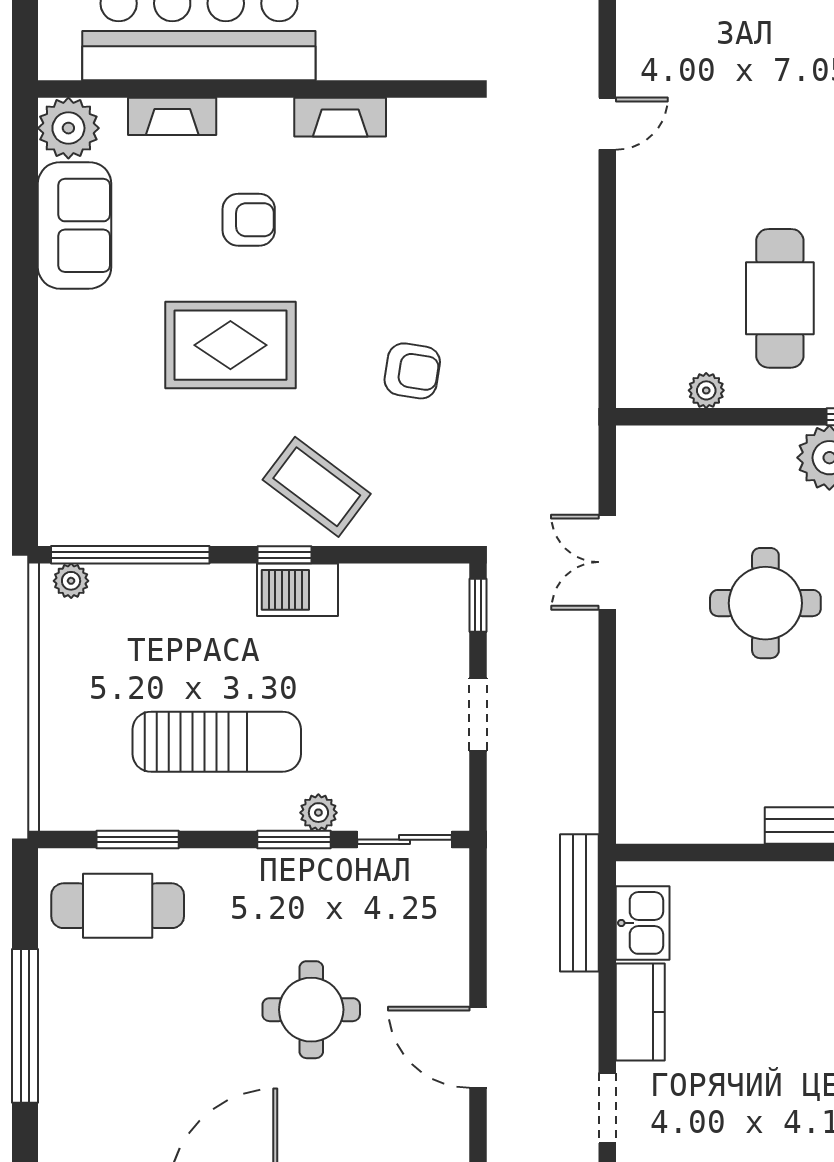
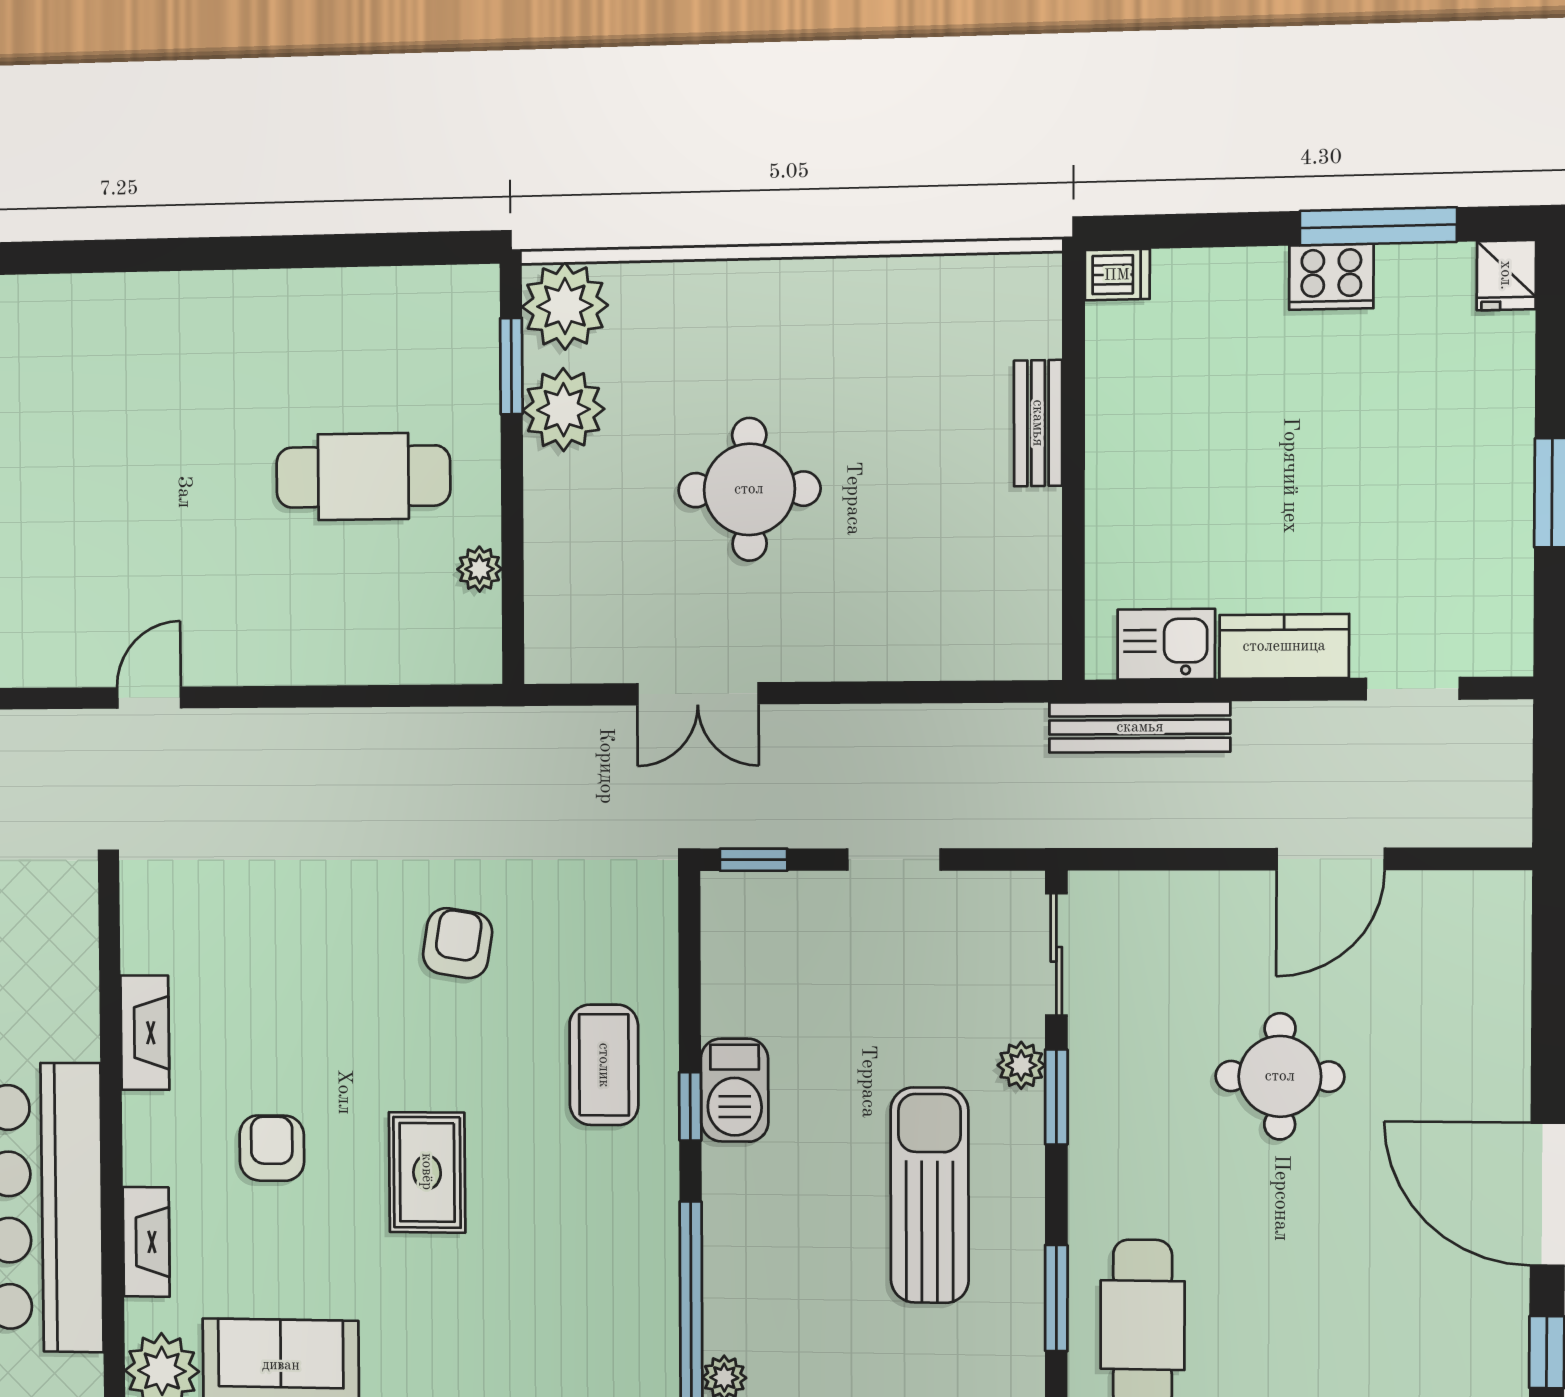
door: (607, 124) -> (149, 698), hinge flipped
rug: (230, 345) -> (427, 1172), width x0.73, depth x0.70
coffee table: (317, 487) -> (604, 1065), turned -37

